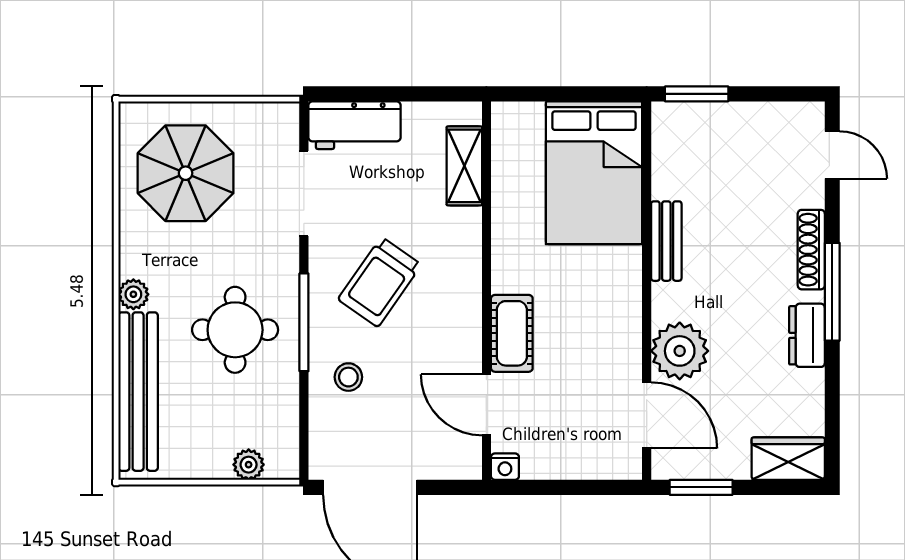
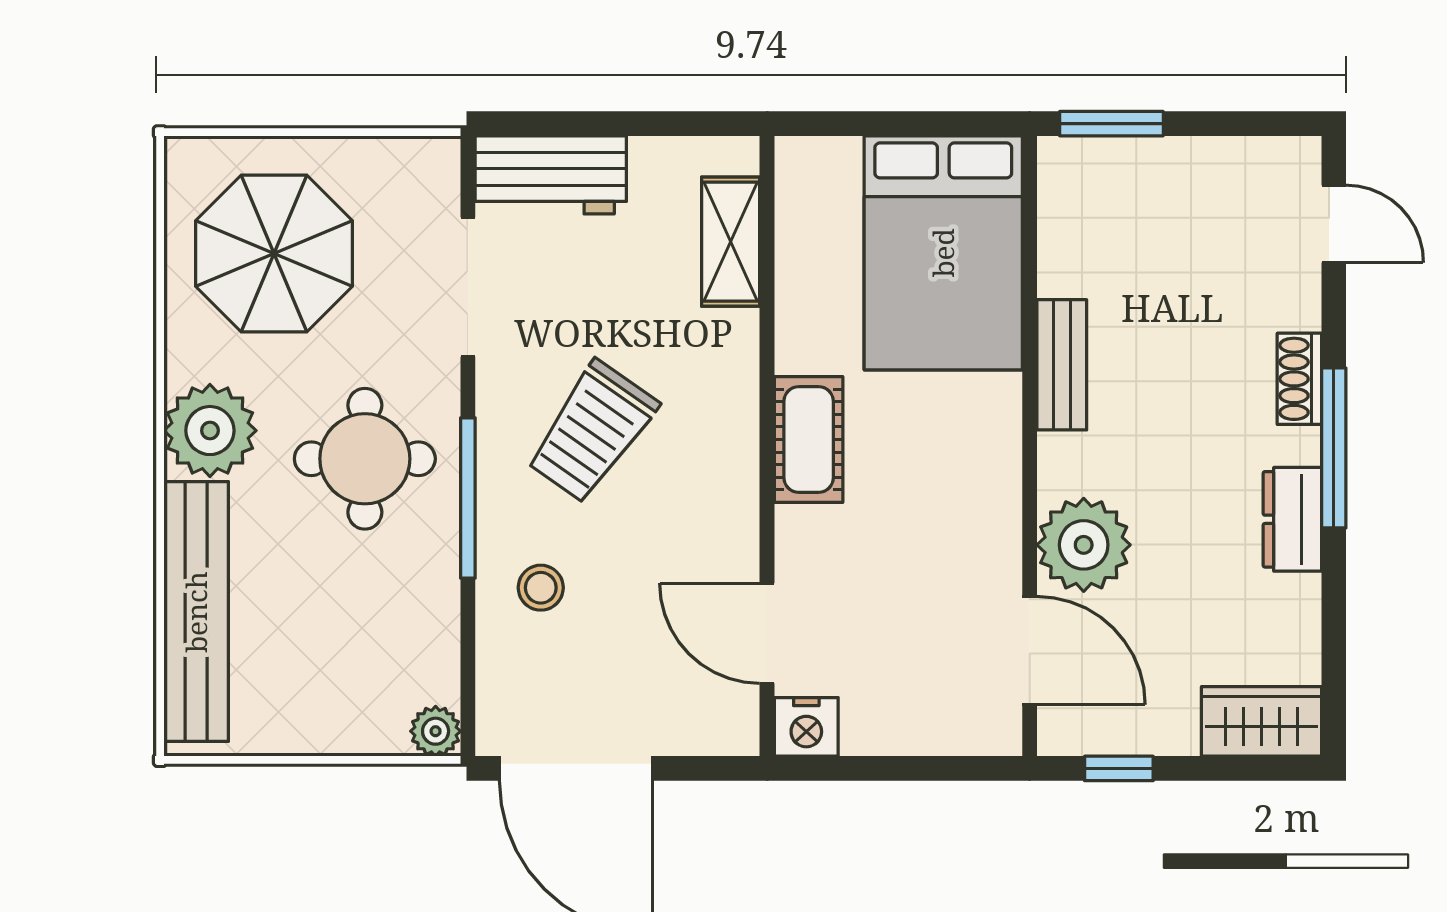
shoe rack: (811, 250) -> (1299, 379), width x0.70
plant: (133, 294) -> (210, 431), width x1.87, depth x1.87
round table: (235, 330) -> (365, 459), moved
cot: (512, 333) -> (809, 440), moved
plant: (249, 465) -> (436, 731), moved
nightstand: (505, 467) -> (806, 727), width x1.39, depth x1.35
window: (701, 487) -> (1119, 768), width x0.67

